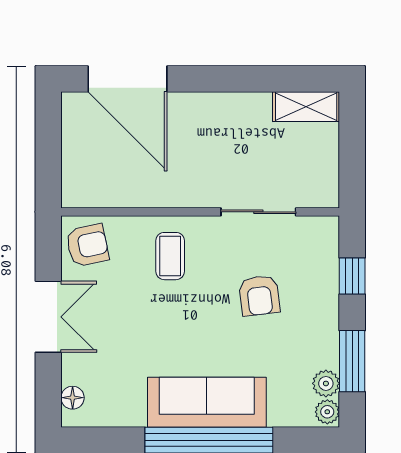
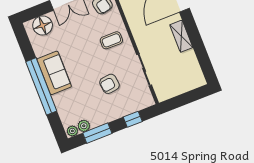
shelving: (306, 107) -> (181, 36), moved
floor lamp: (73, 398) -> (43, 25), width x1.89, depth x1.89
sofa: (207, 402) -> (54, 73), width x0.73

